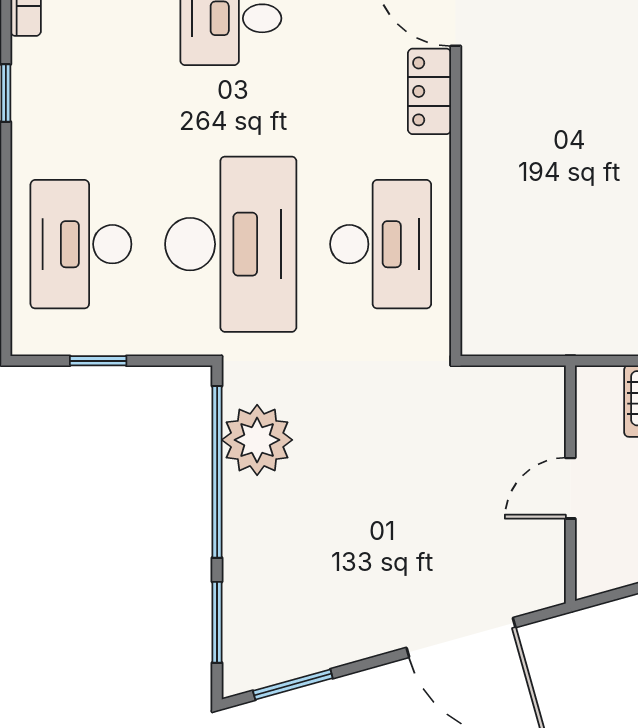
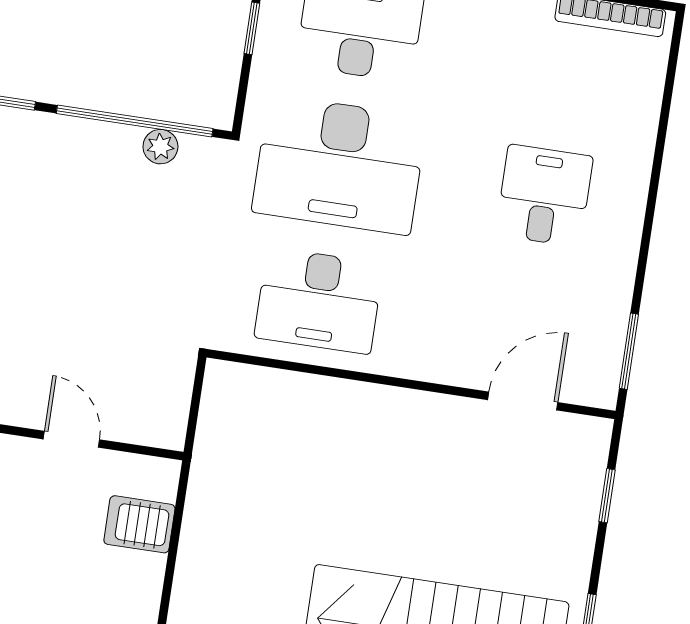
locker: (429, 91) -> (451, 366), removed
plant: (257, 440) -> (160, 147), width x0.53, depth x0.53

